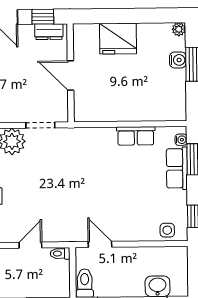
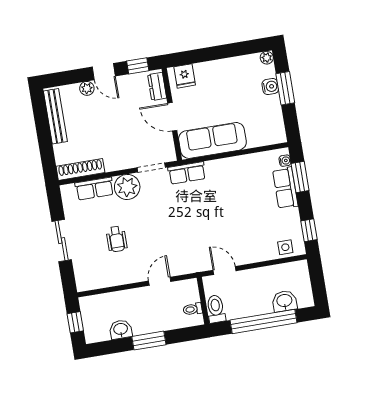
dresser: (49, 32) -> (157, 86), moved, turned 90
fridge: (118, 39) -> (185, 76), moved, width x0.53, depth x0.75
sofa: (109, 107) -> (212, 140), added
row of seats: (136, 136) -> (187, 173), moved
toilet: (60, 253) -> (193, 309), moved

